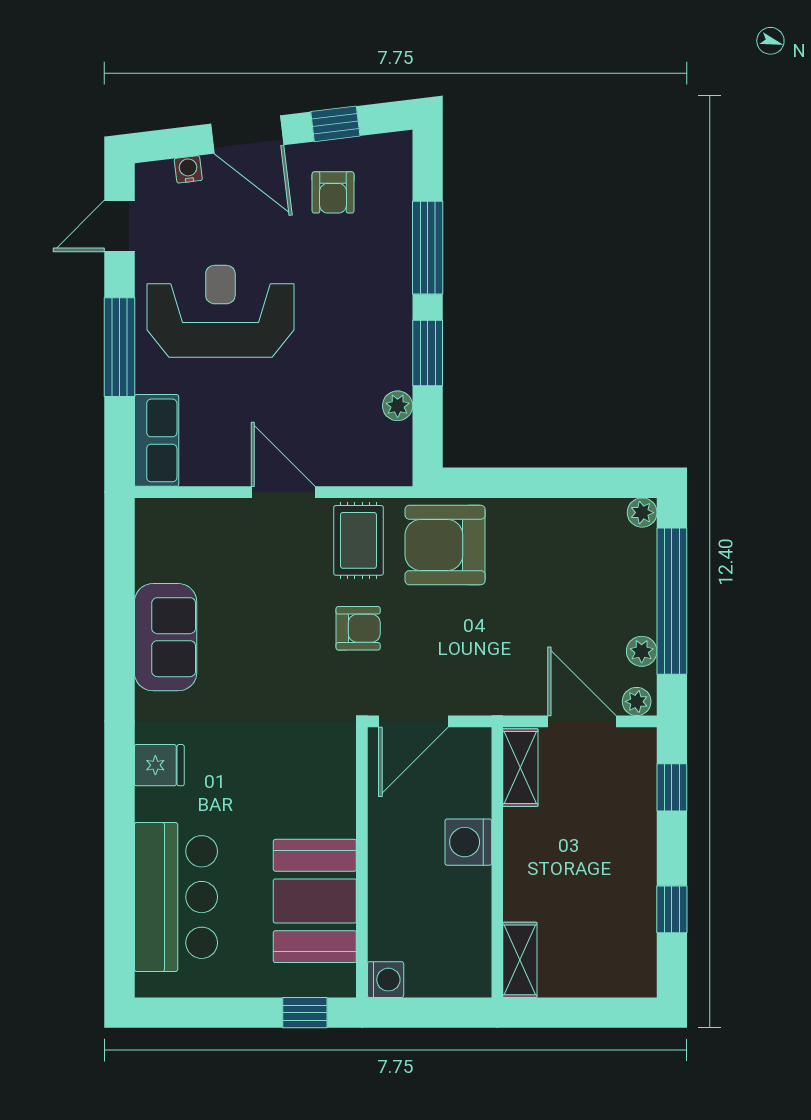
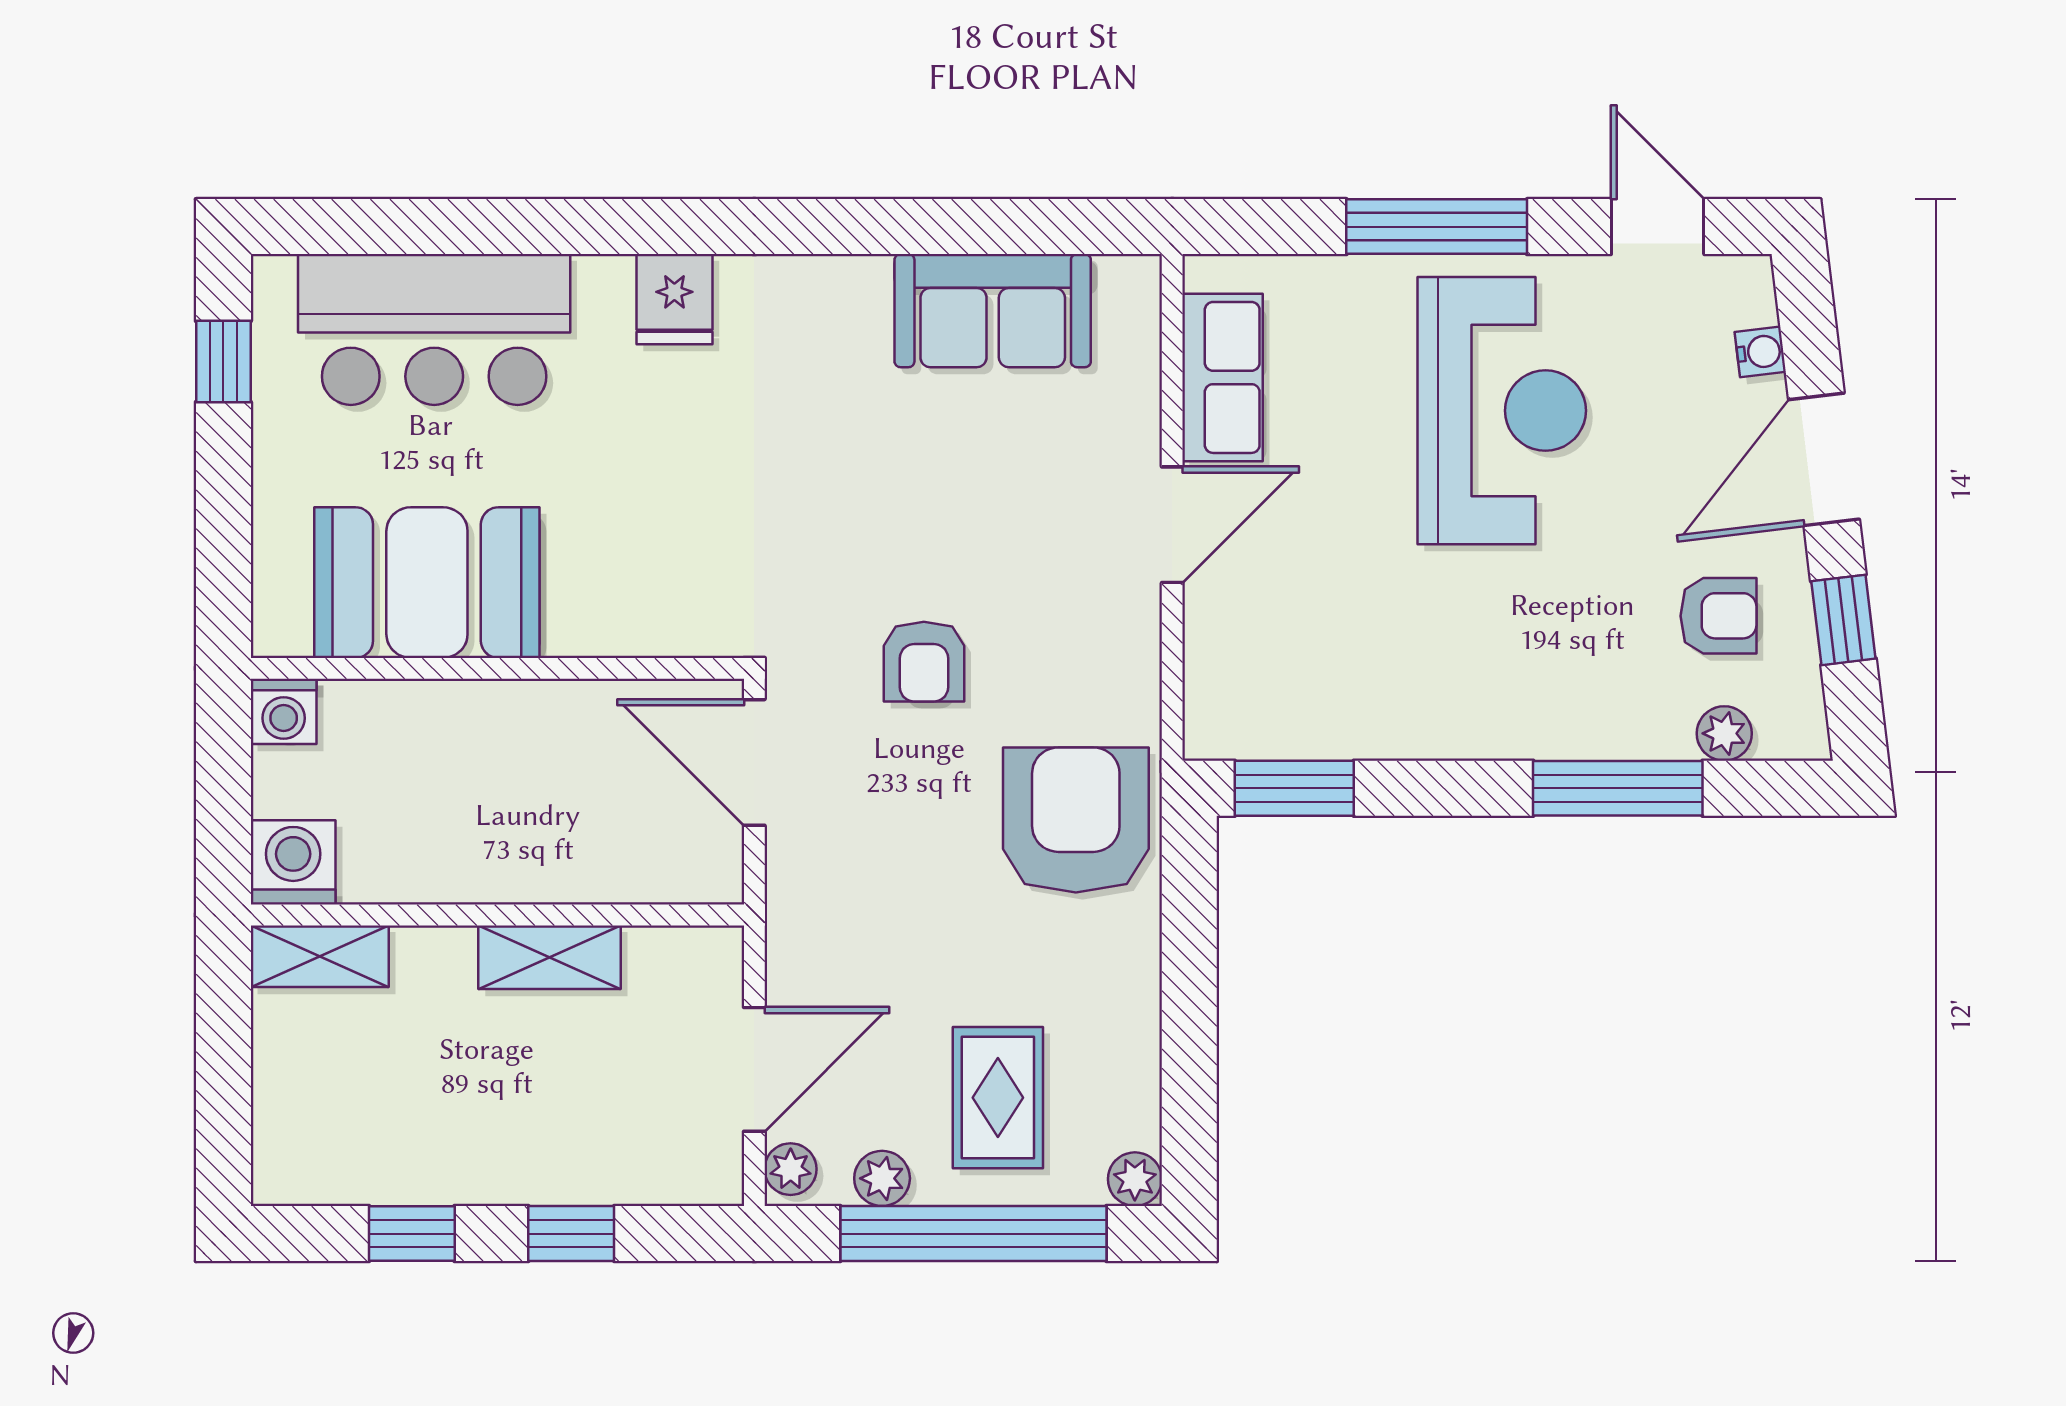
armchair: (333, 192) -> (1718, 616), turned 180
window: (428, 353) -> (1294, 788), moved
plant: (398, 406) -> (1724, 733), moved
row of seats: (157, 440) -> (1223, 377), moved, turned -90
rug: (358, 540) -> (998, 1098), moved, turned 90
sofa: (166, 637) -> (993, 311), moved
shelving: (520, 768) -> (550, 957), moved
window: (672, 787) -> (571, 1234), moved
washing machine: (468, 842) -> (293, 862), moved
window: (305, 1013) -> (223, 362), moved

